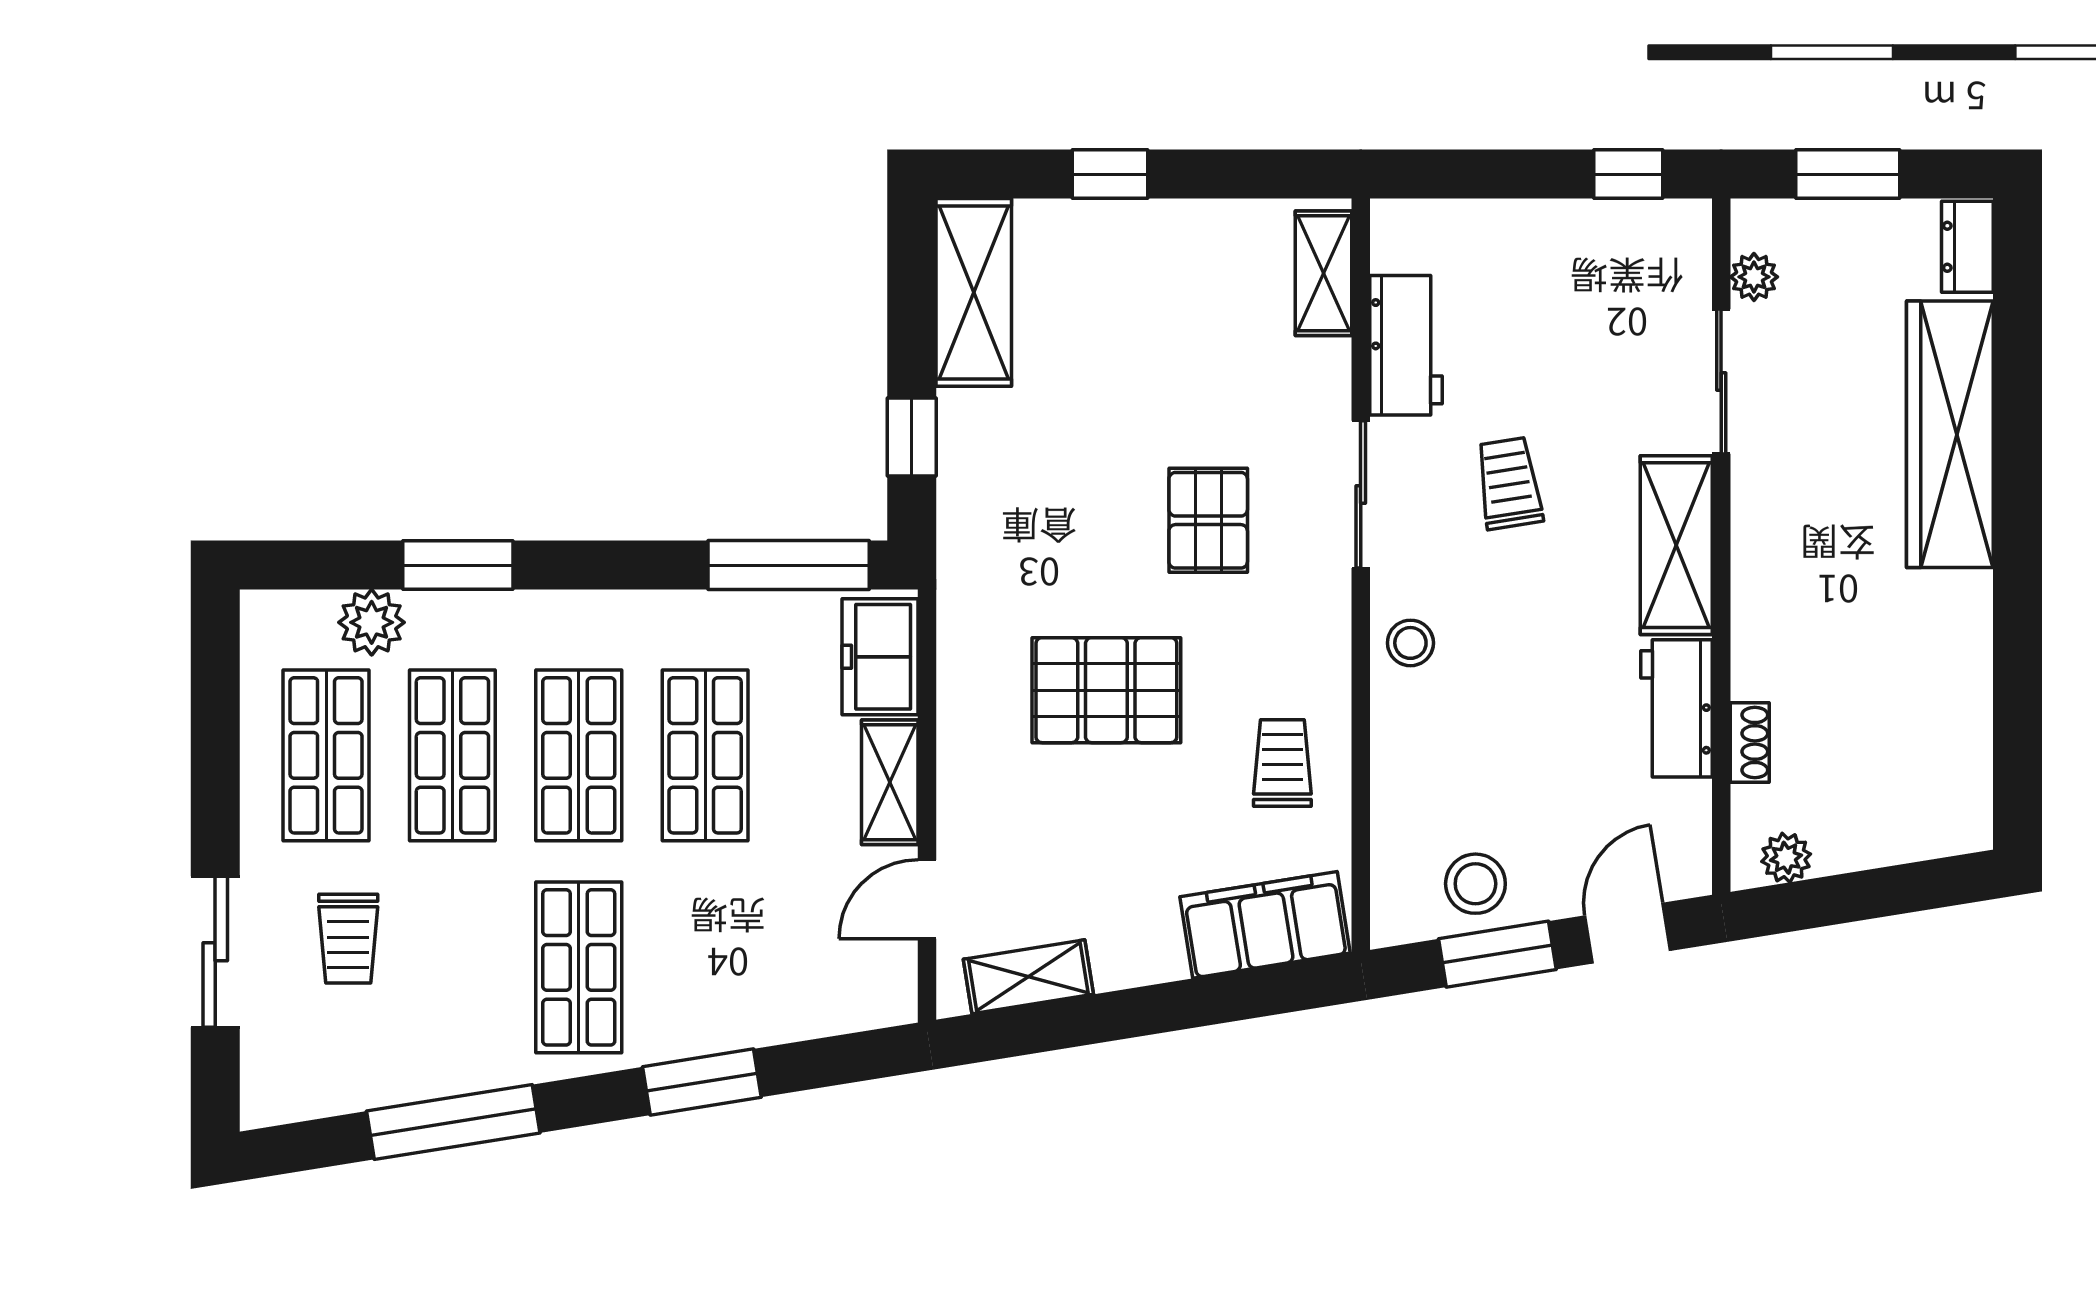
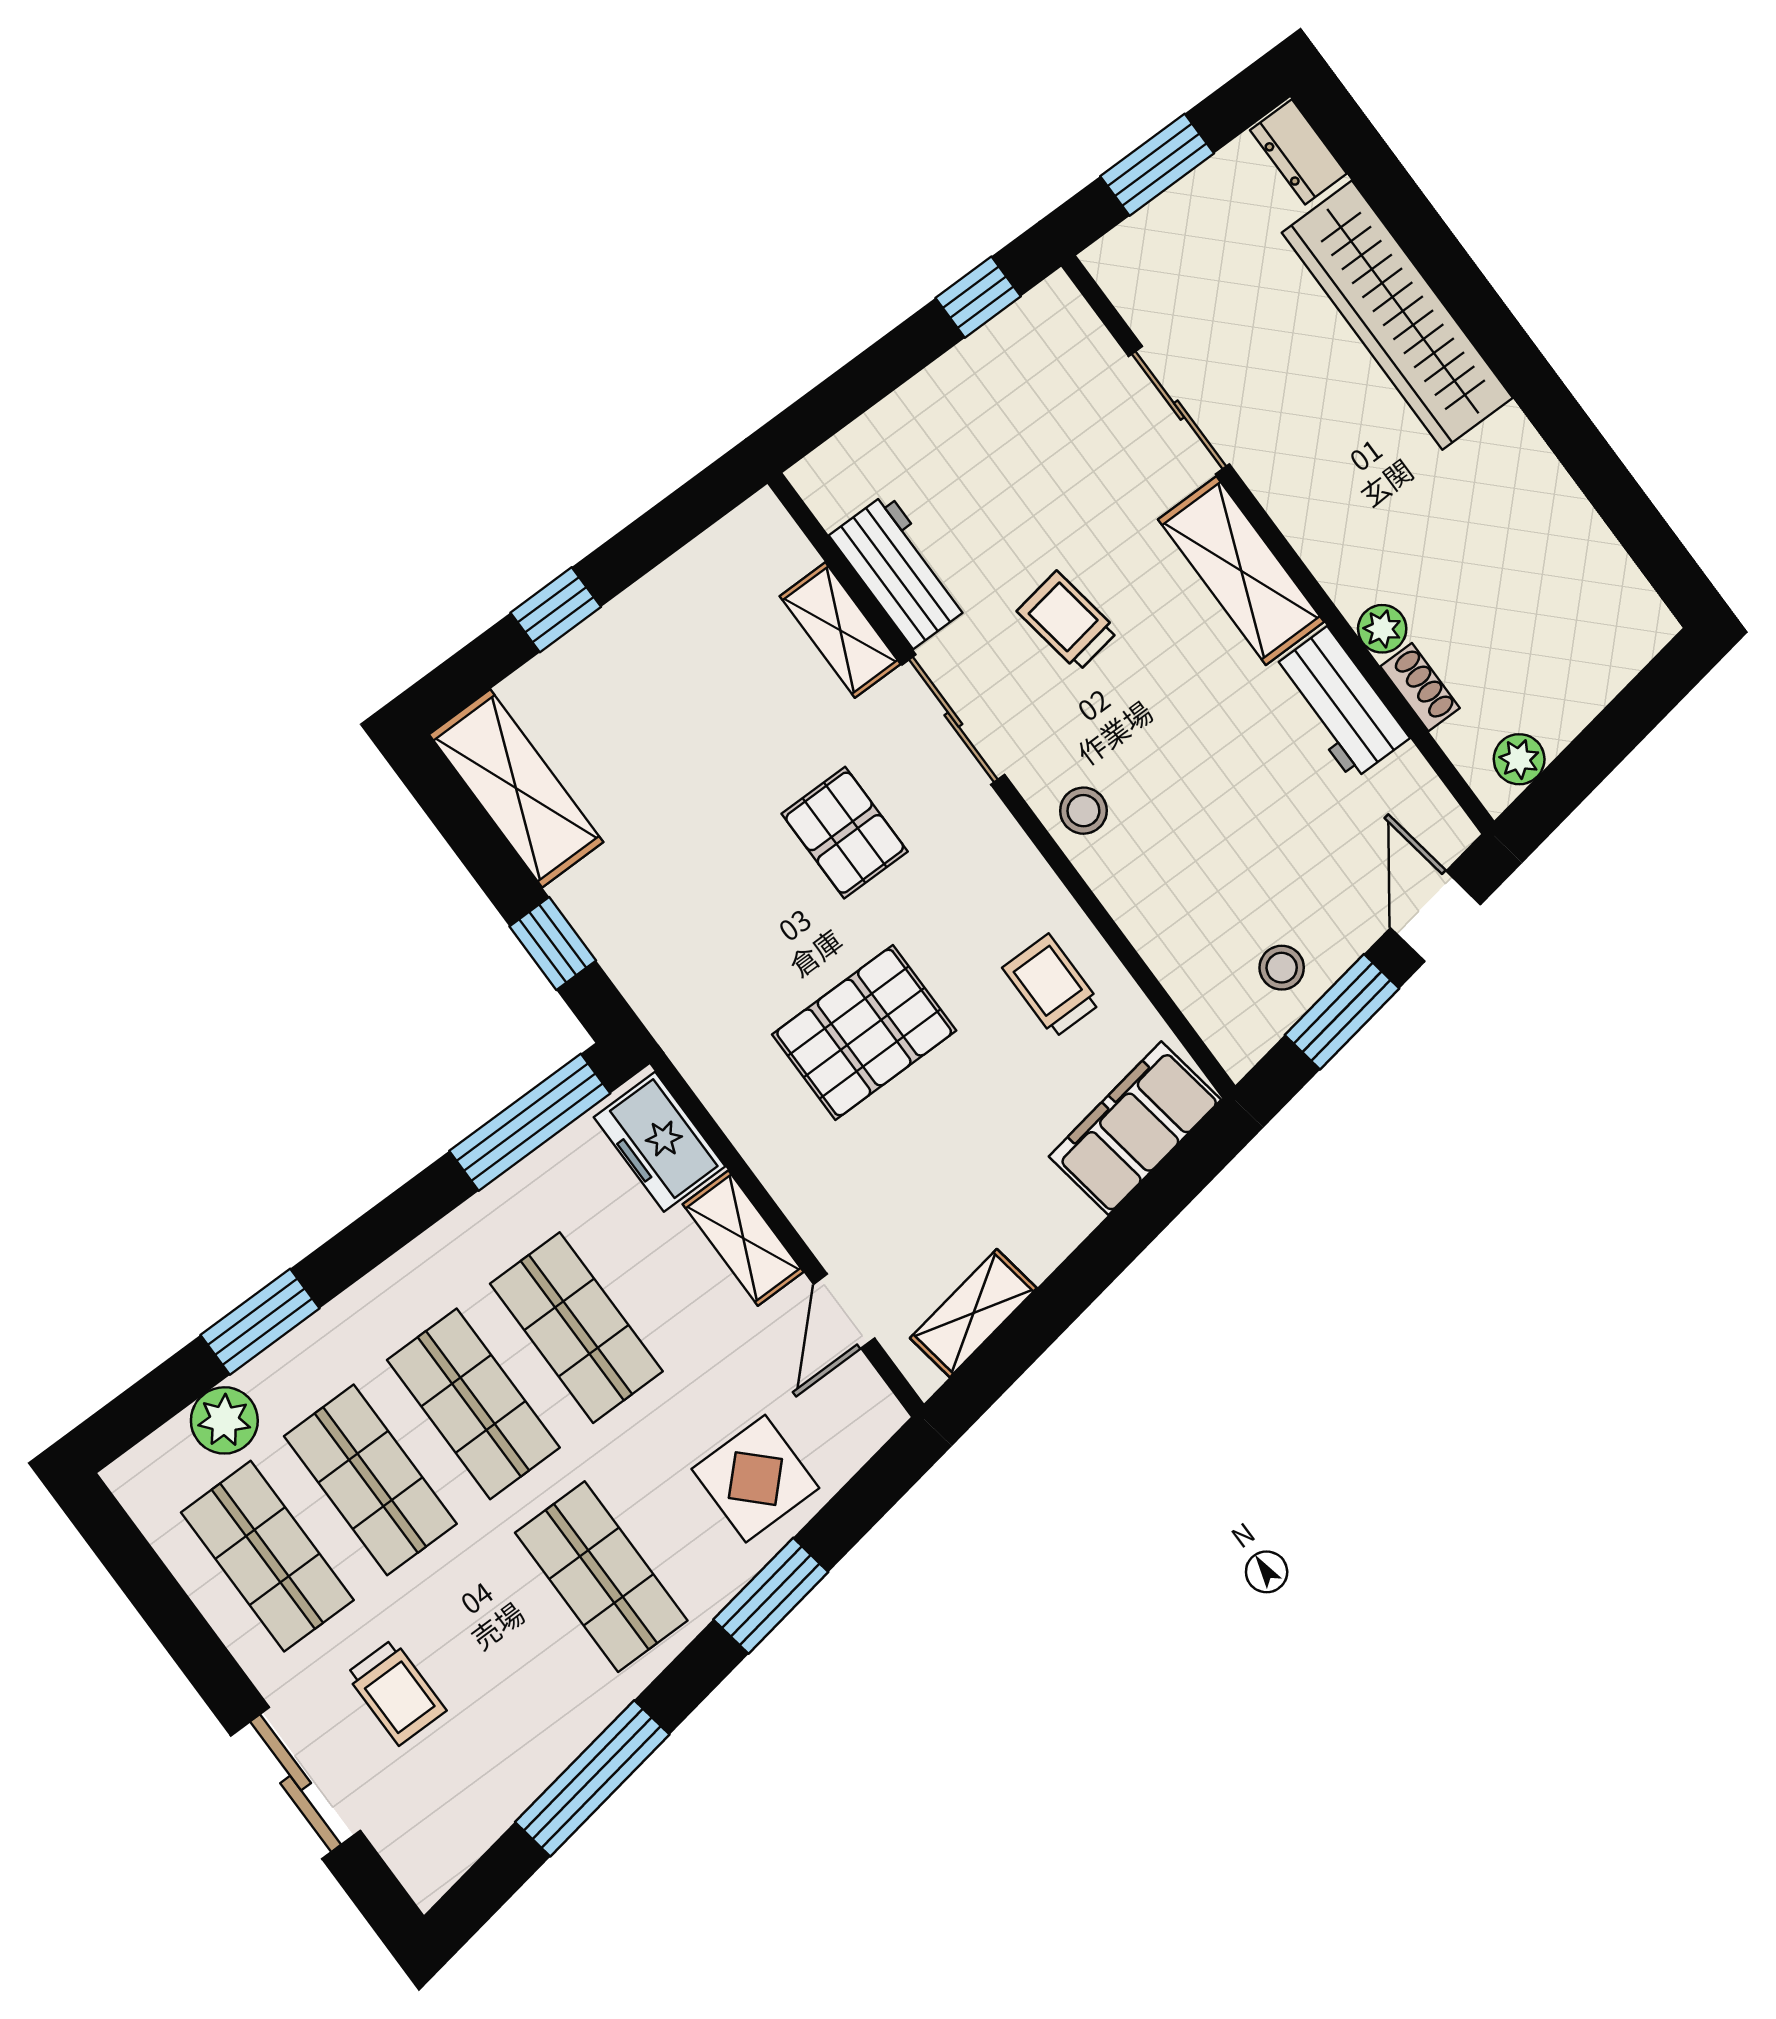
shelving: (1323, 273) -> (840, 630), moved
plant: (1754, 277) -> (1382, 629), moved
stool: (1475, 884) -> (1282, 968), width x0.73, depth x0.73
display table: (759, 980) -> (755, 1479), added

